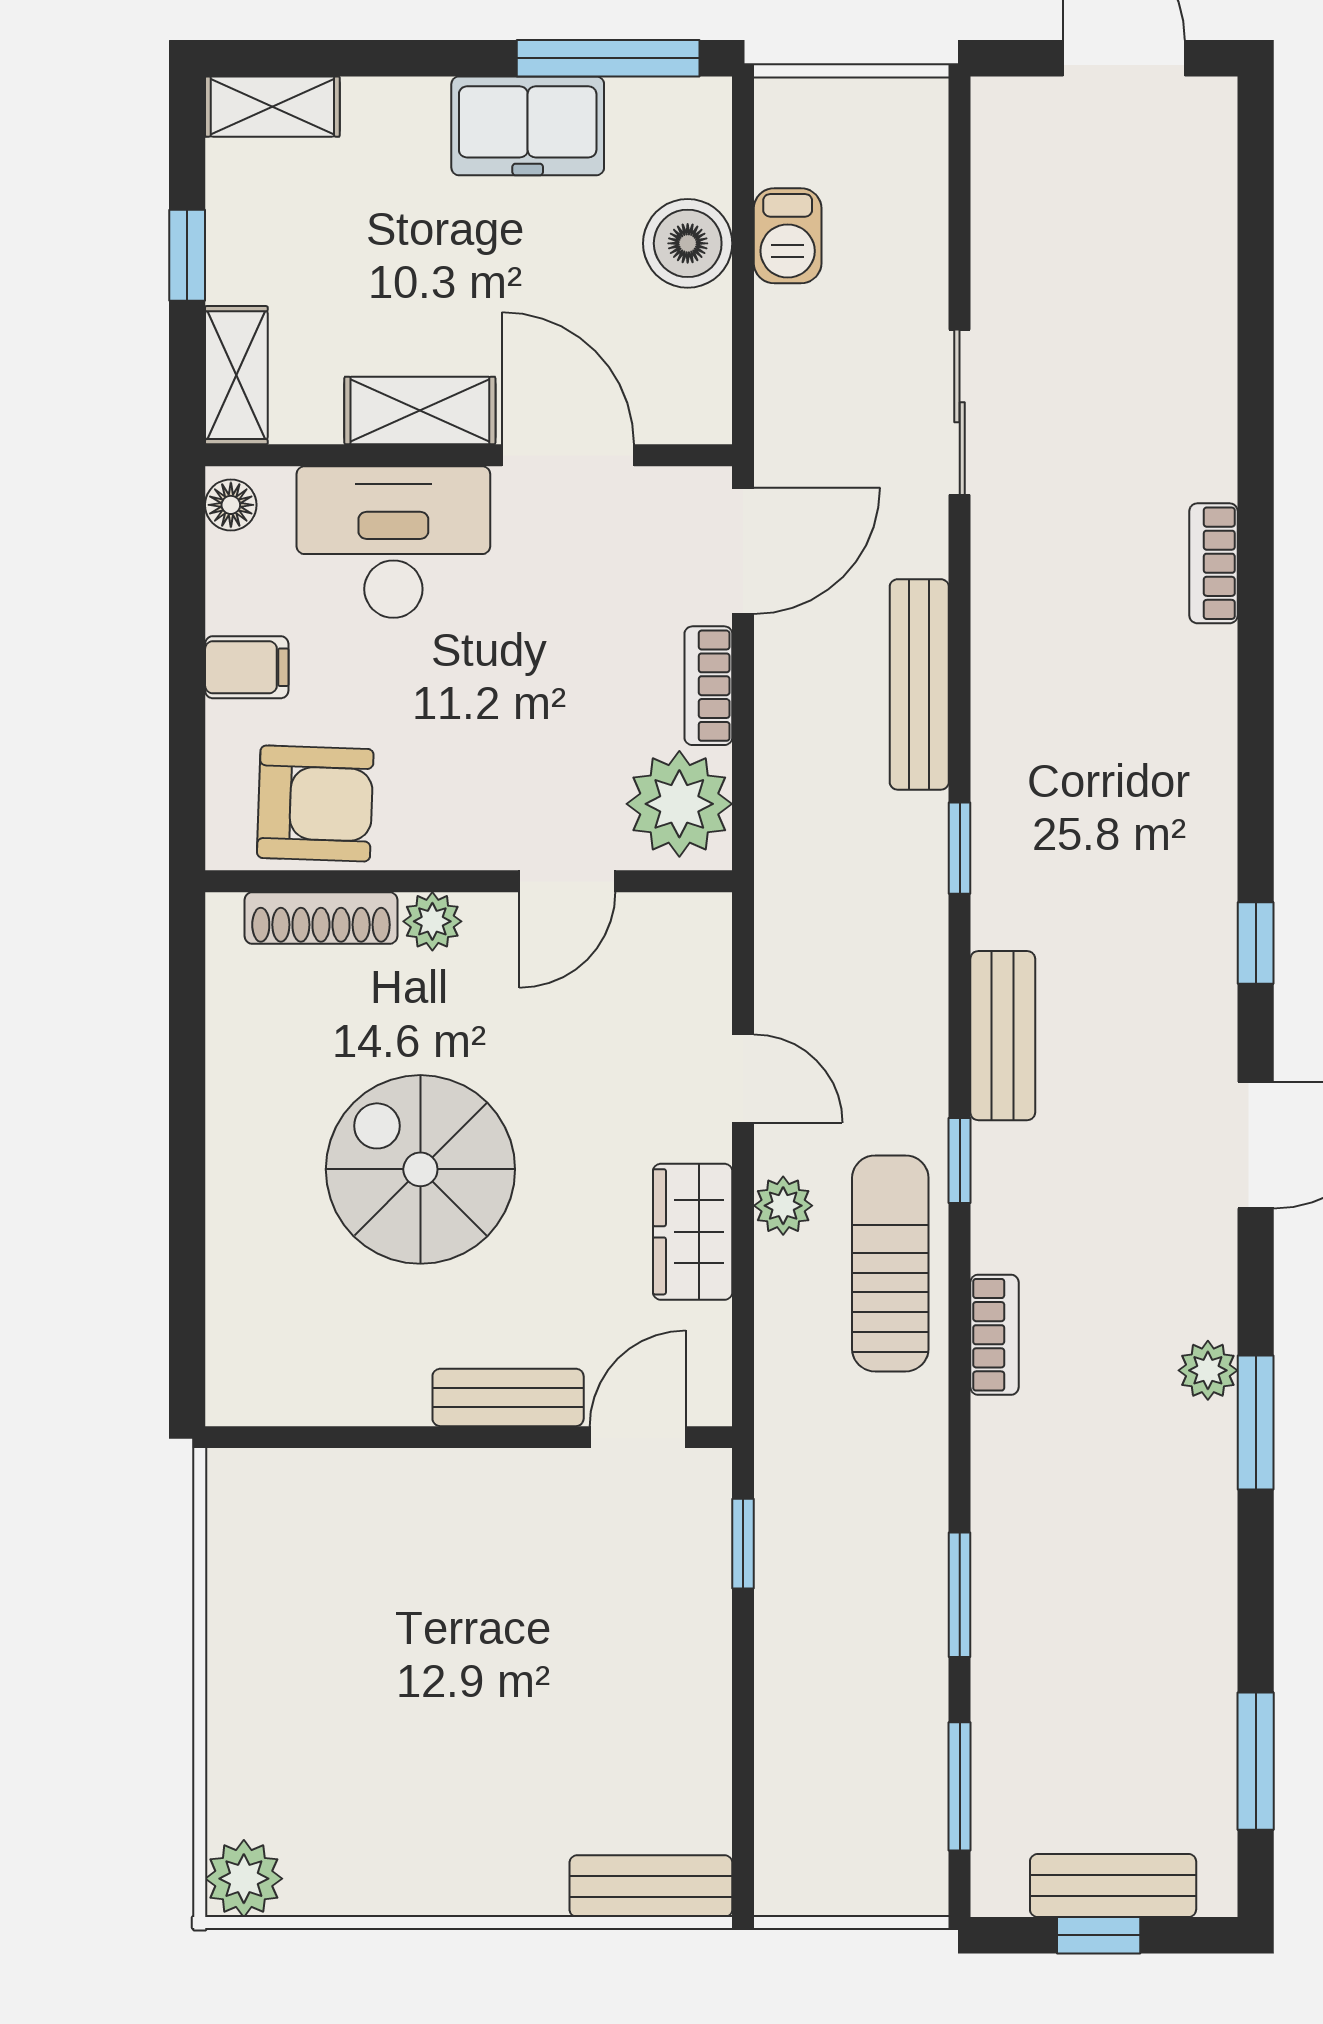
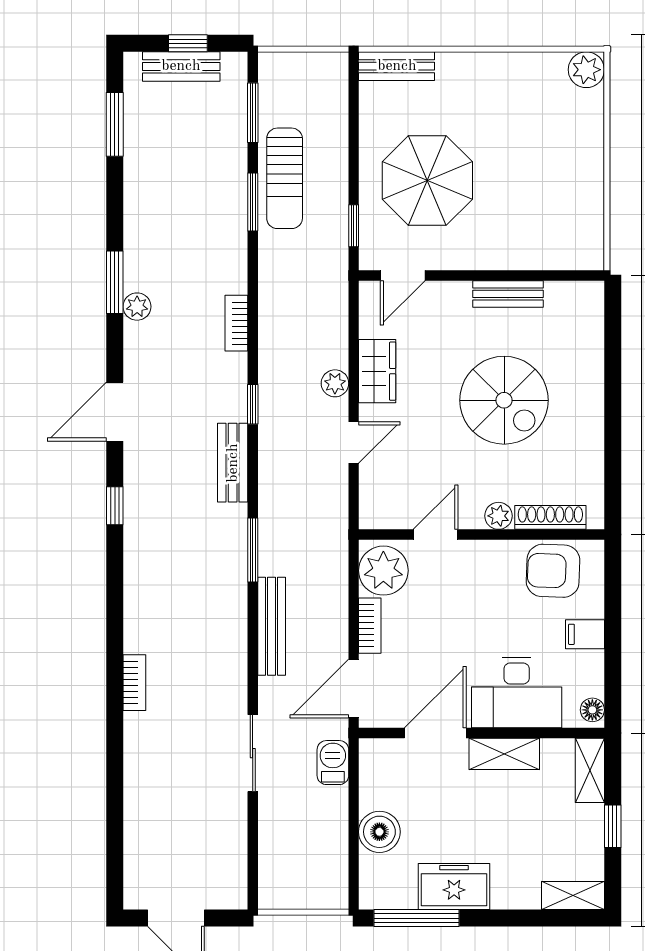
barbecue: (788, 236) -> (333, 763), moved
door: (568, 455) -> (435, 733), swing flipped
window: (960, 848) -> (253, 550), width x1.50
door: (743, 1079) -> (354, 443), swing flipped
sun lounger: (890, 1263) -> (285, 178), moved
bench: (508, 1397) -> (508, 294), moved
parasol: (585, 1641) -> (427, 180), added

